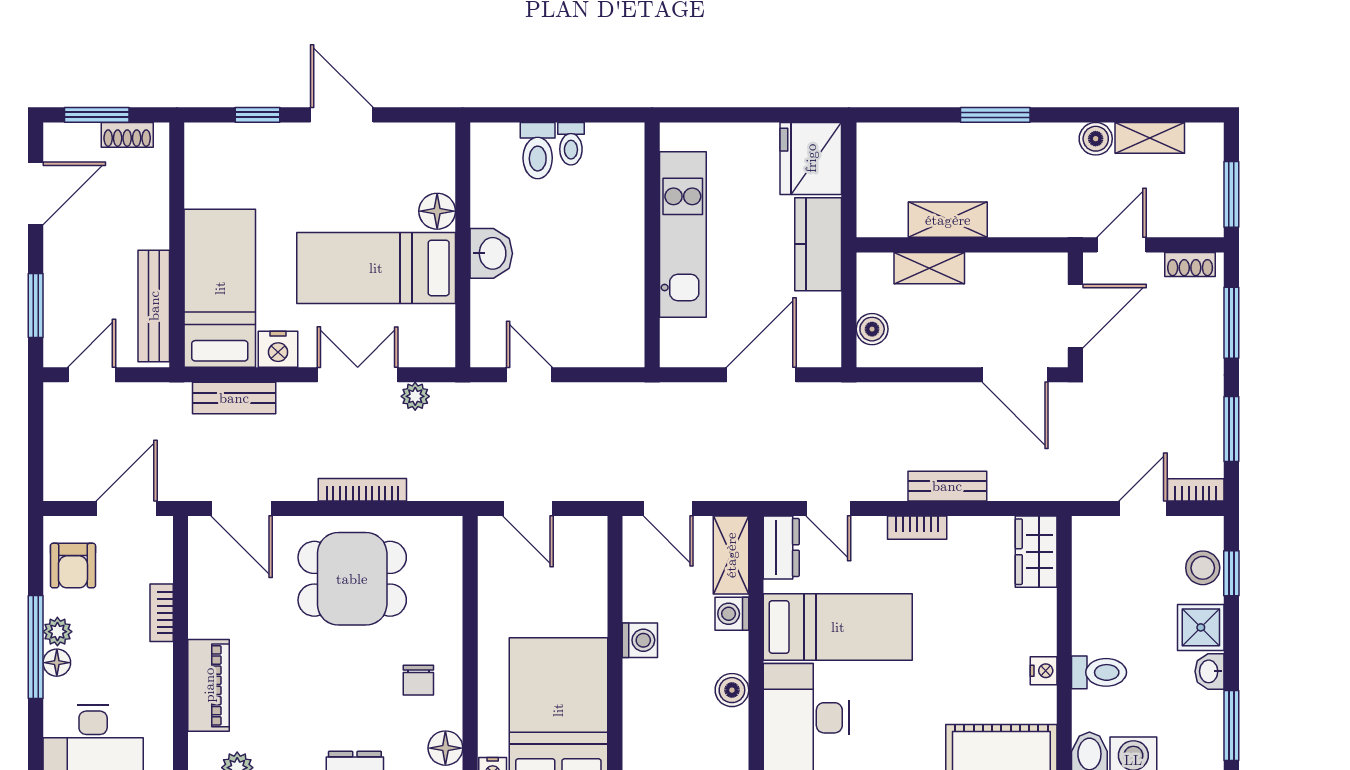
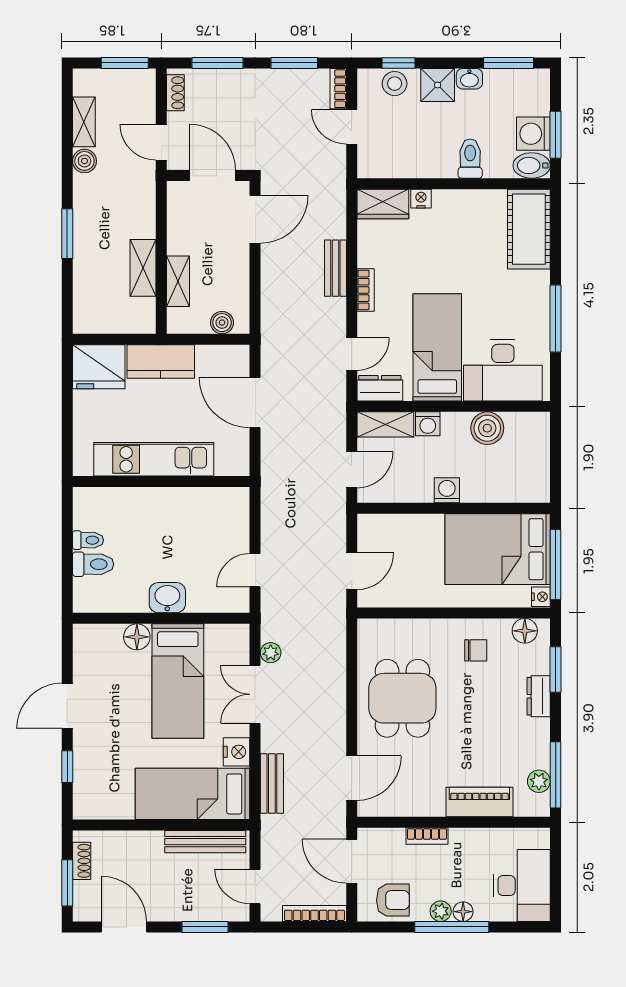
bookcase: (362, 490) -> (314, 913), moved, turned 90
nightstand: (1044, 671) -> (421, 199), moved
boiler: (732, 690) -> (487, 428), width x1.36, depth x1.36

